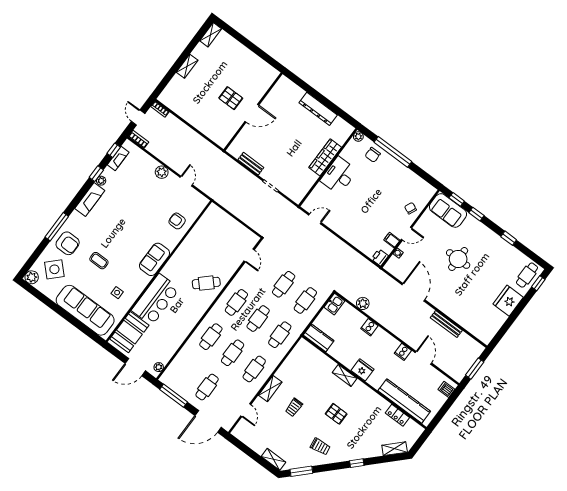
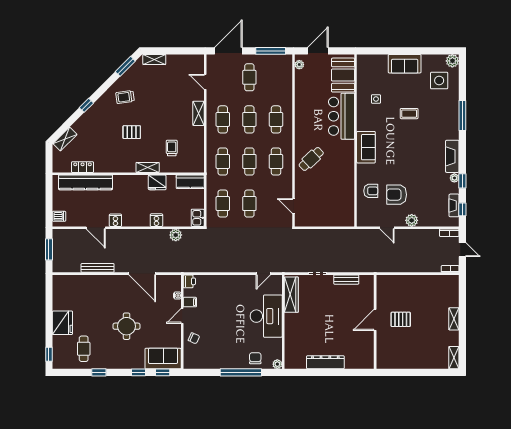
wardrobe: (325, 157) -> (291, 295), moved
desk: (339, 176) -> (266, 316), width x1.36, depth x1.30
armchair: (68, 243) -> (397, 195), moved
side table: (54, 269) -> (439, 81), turned 45
cafe table: (527, 275) -> (84, 349), moved
sofa: (85, 310) -> (405, 64), width x0.54, depth x0.79
fridge: (362, 370) -> (157, 182), moved
trolley: (294, 407) -> (172, 148), moved

